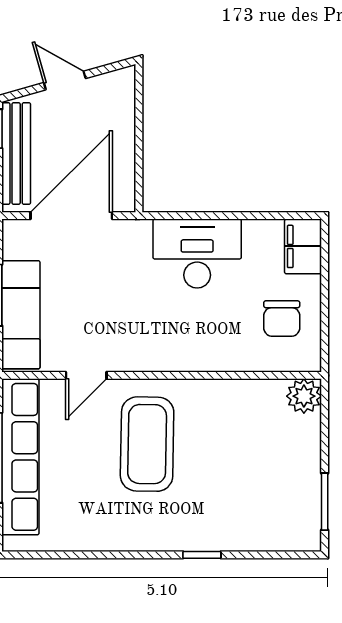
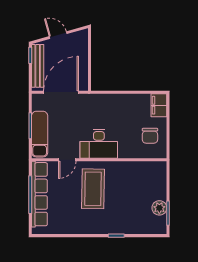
desk: (197, 254) -> (99, 144), moved, turned 180
plant: (304, 396) -> (159, 208), moved

